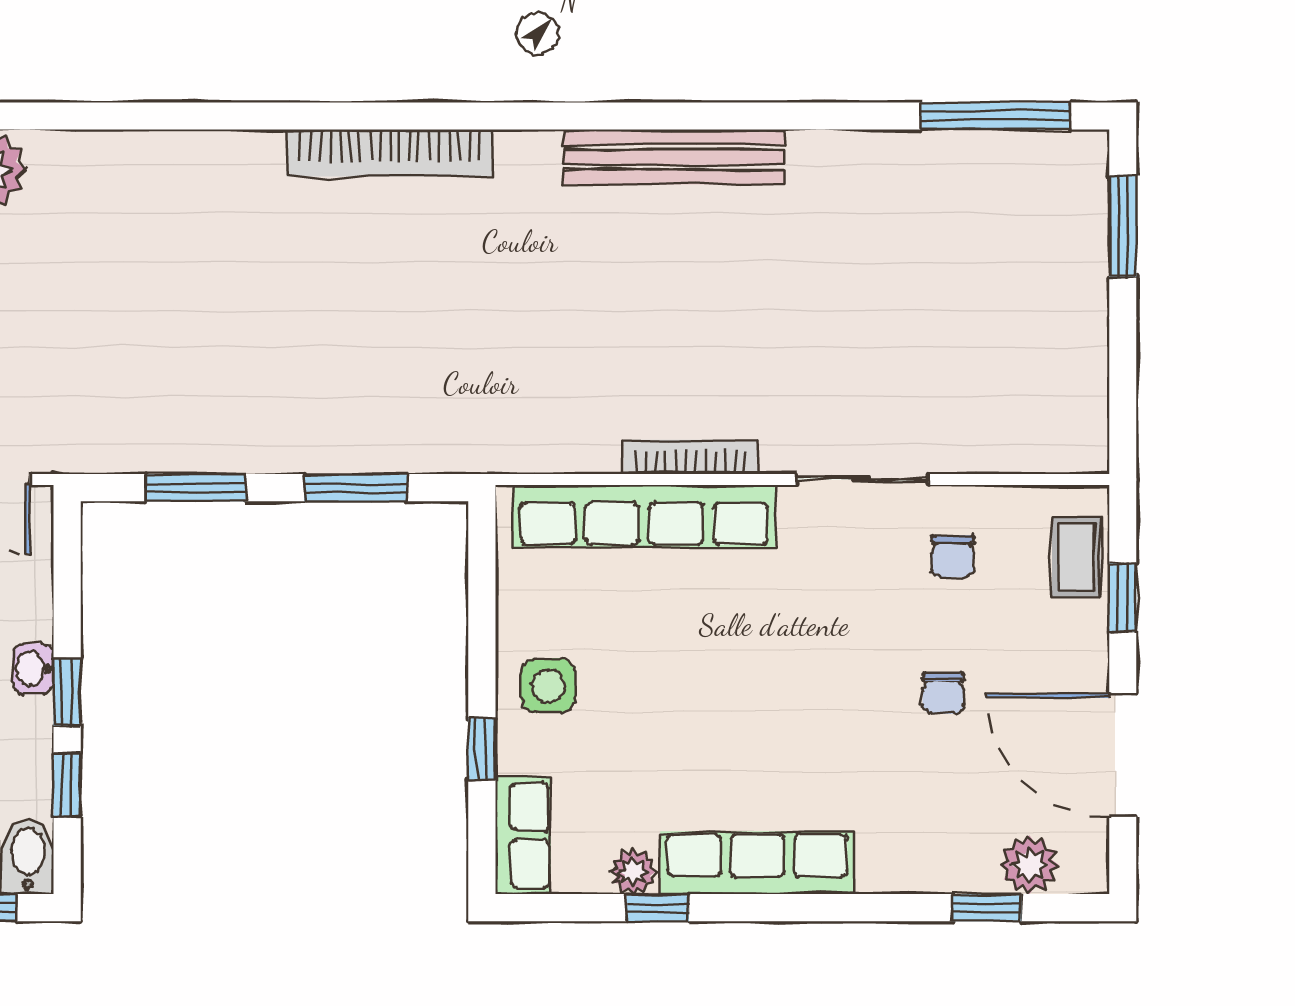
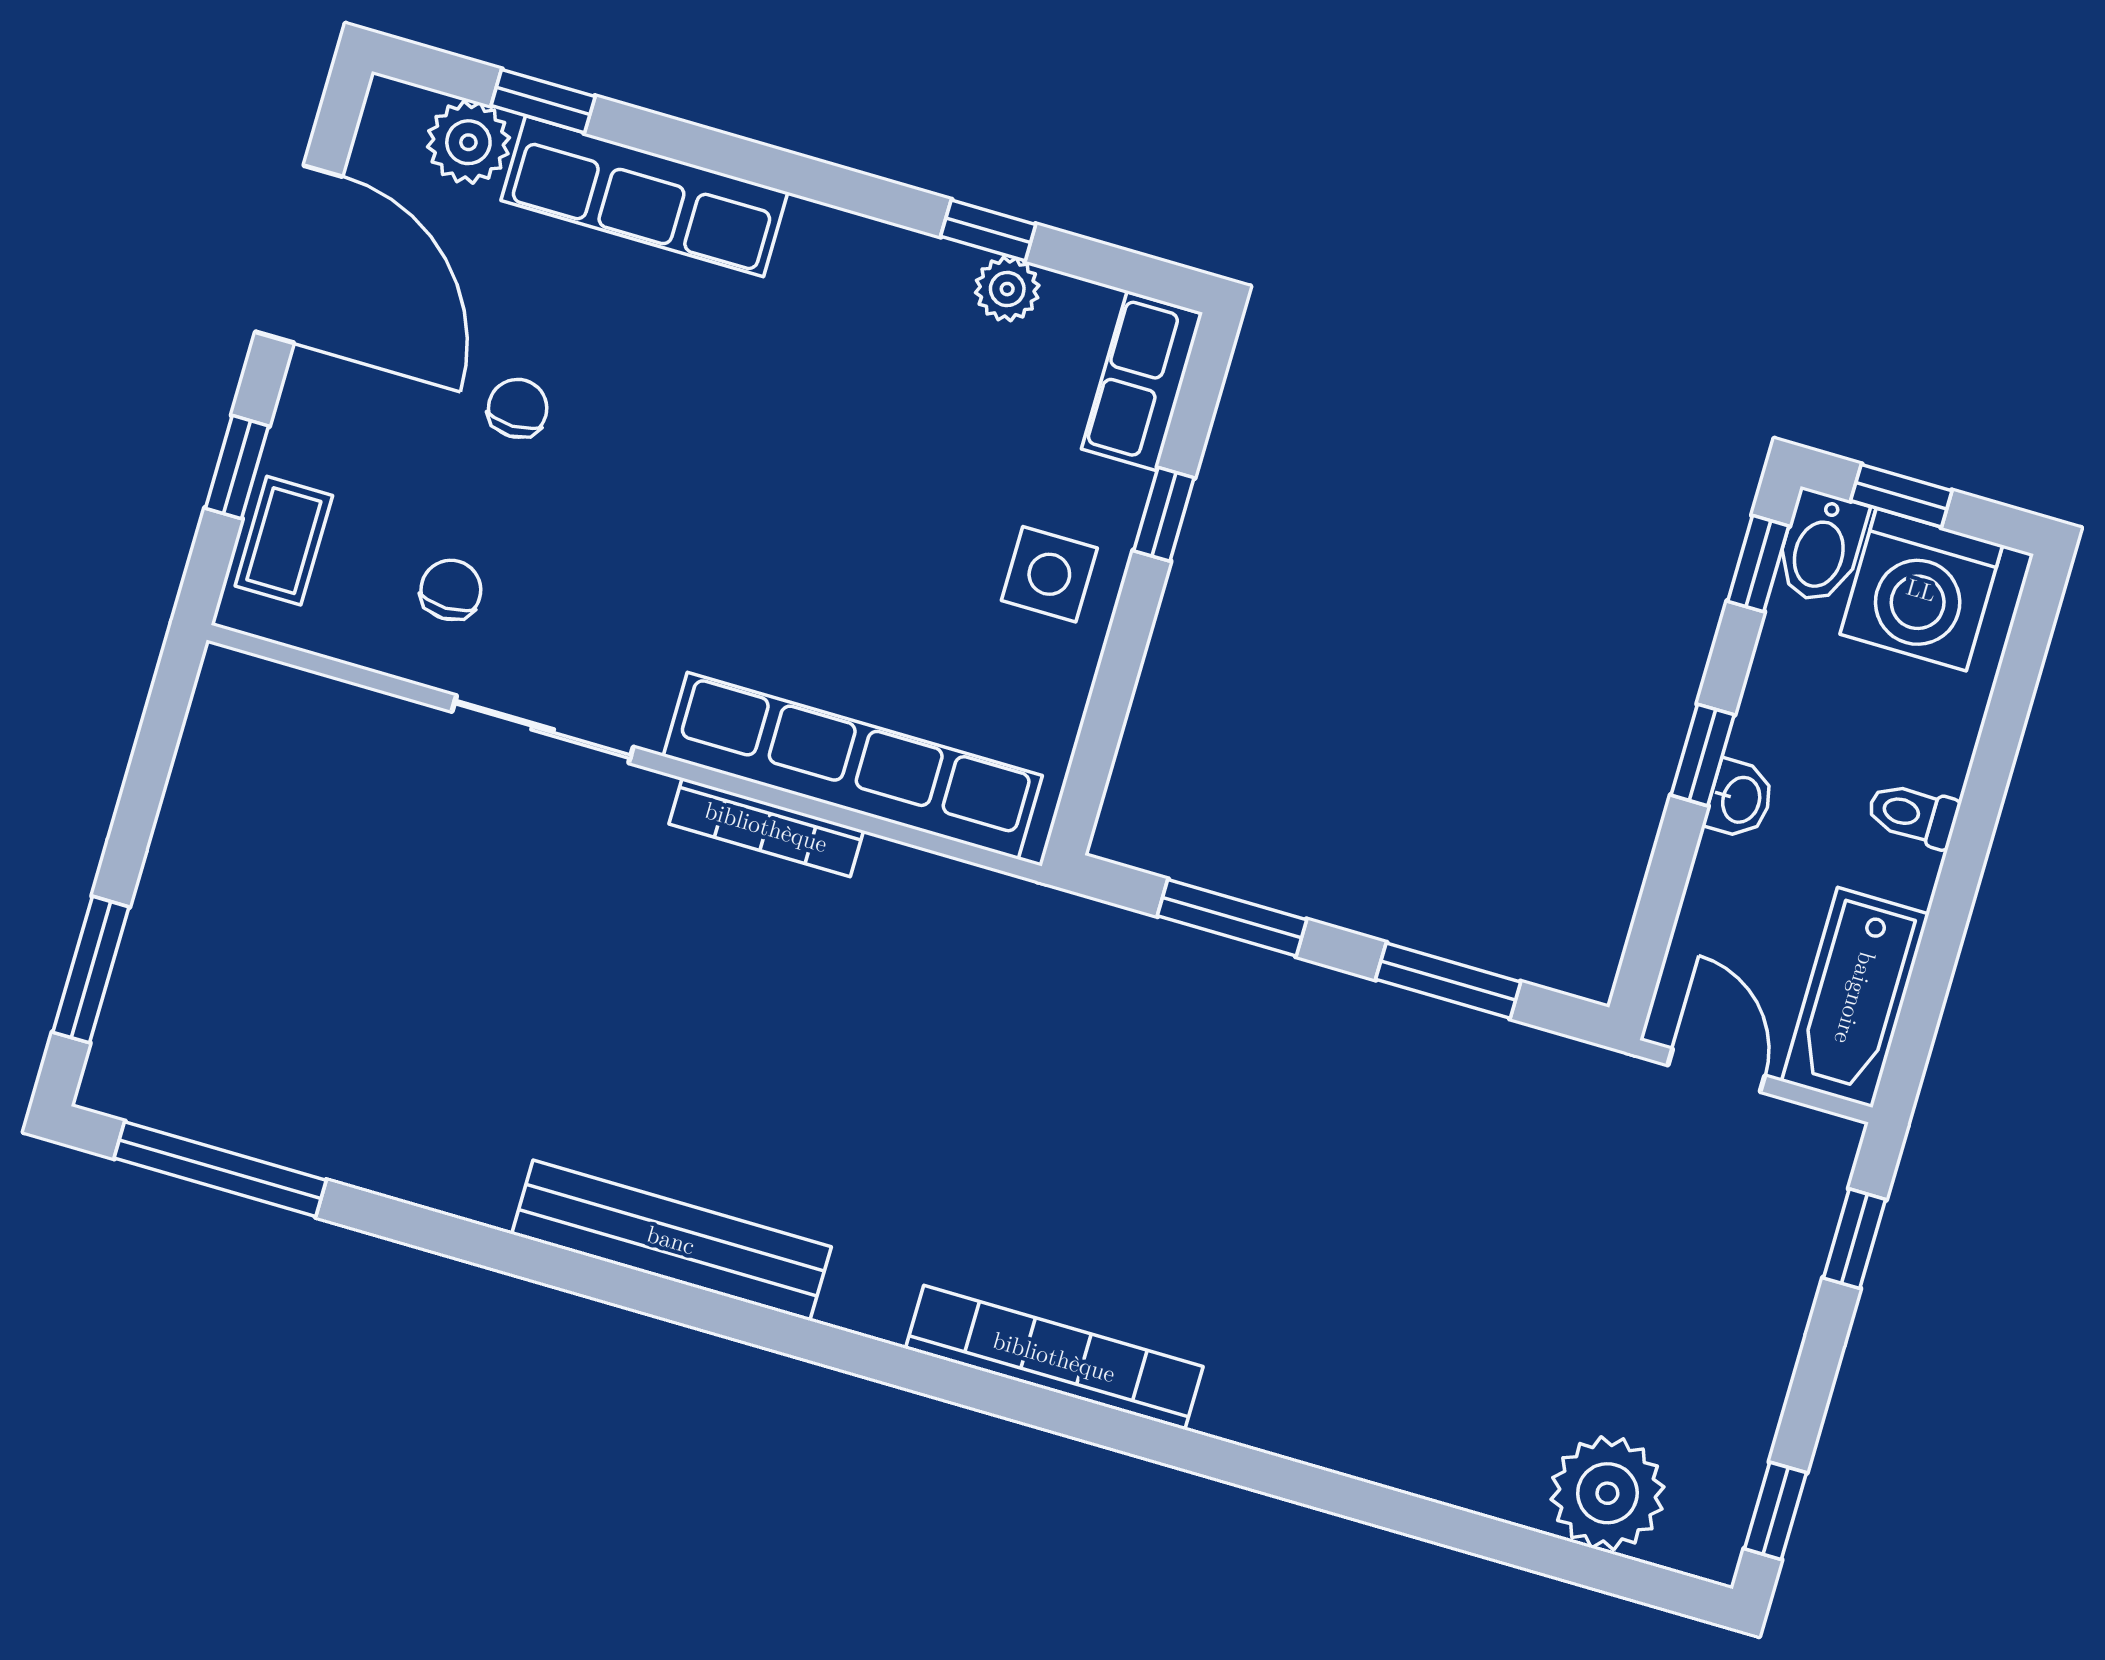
window: (67, 785) -> (1758, 564), moved
row of seats: (757, 863) -> (644, 196), moved

